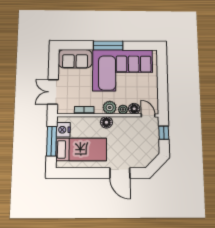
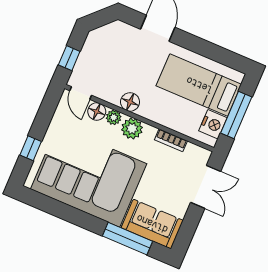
window: (108, 45) -> (128, 239), moved
window: (162, 72) -> (31, 148), added
floor lamp: (106, 122) -> (130, 102), moved

